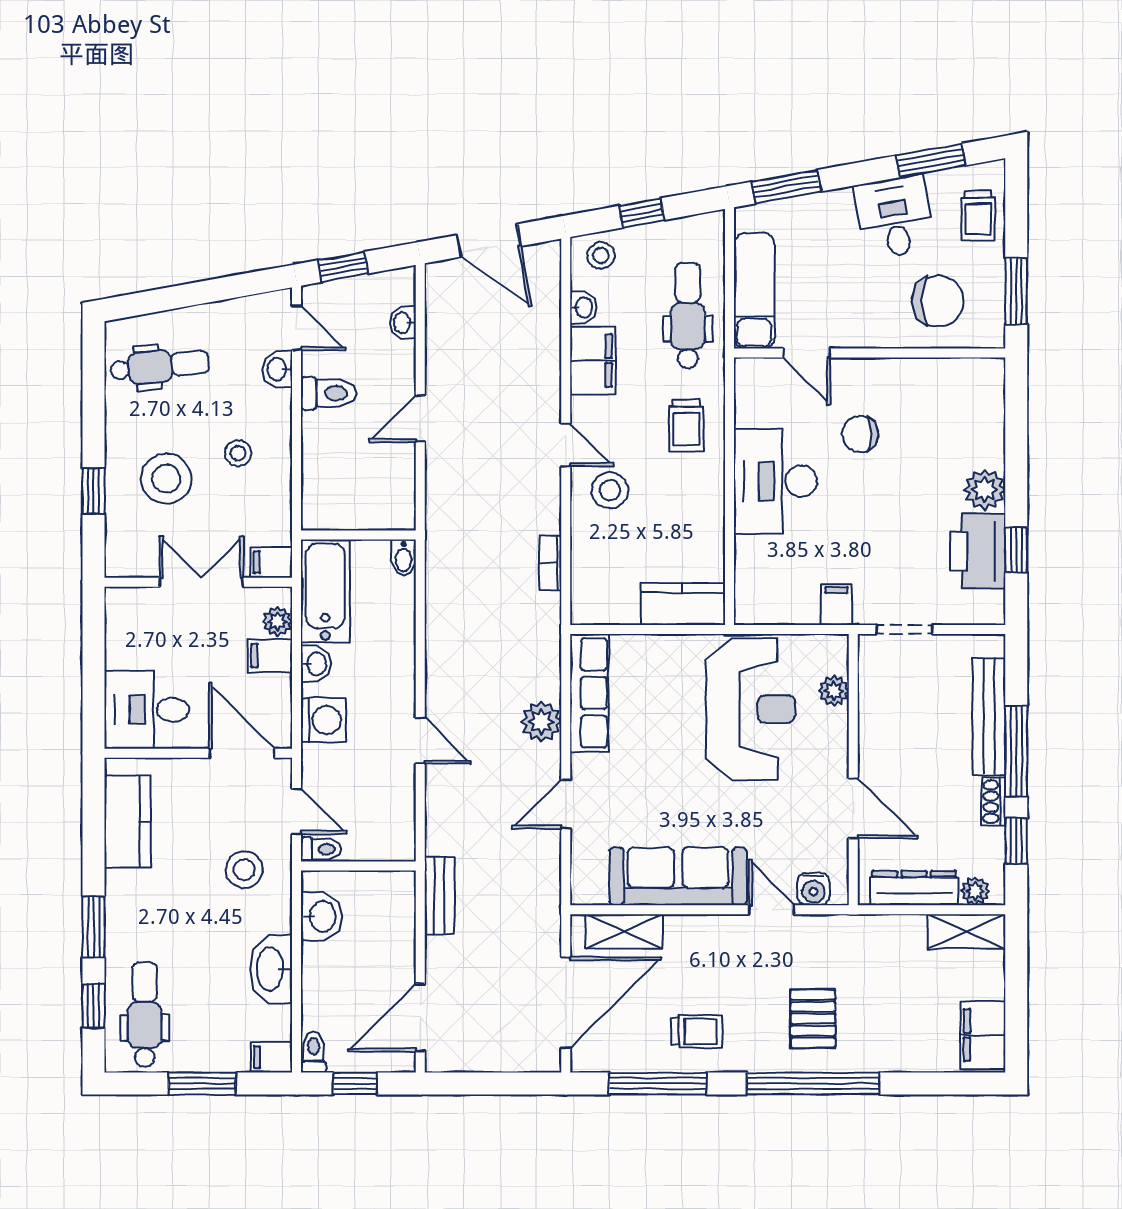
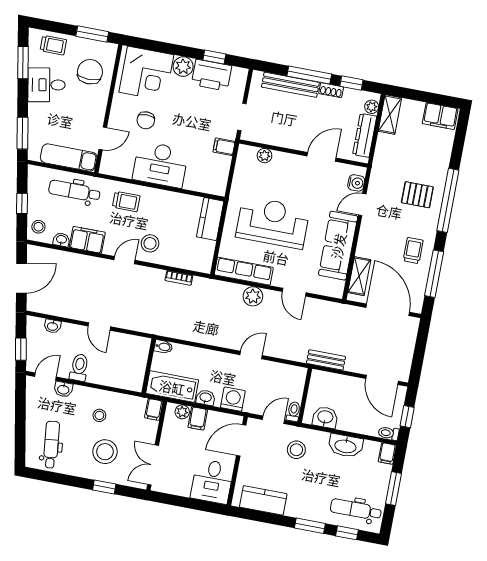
corner desk: (956, 417) -> (146, 74), added
double door: (201, 582) -> (153, 465), moved
reception desk: (750, 709) -> (273, 222), moved

